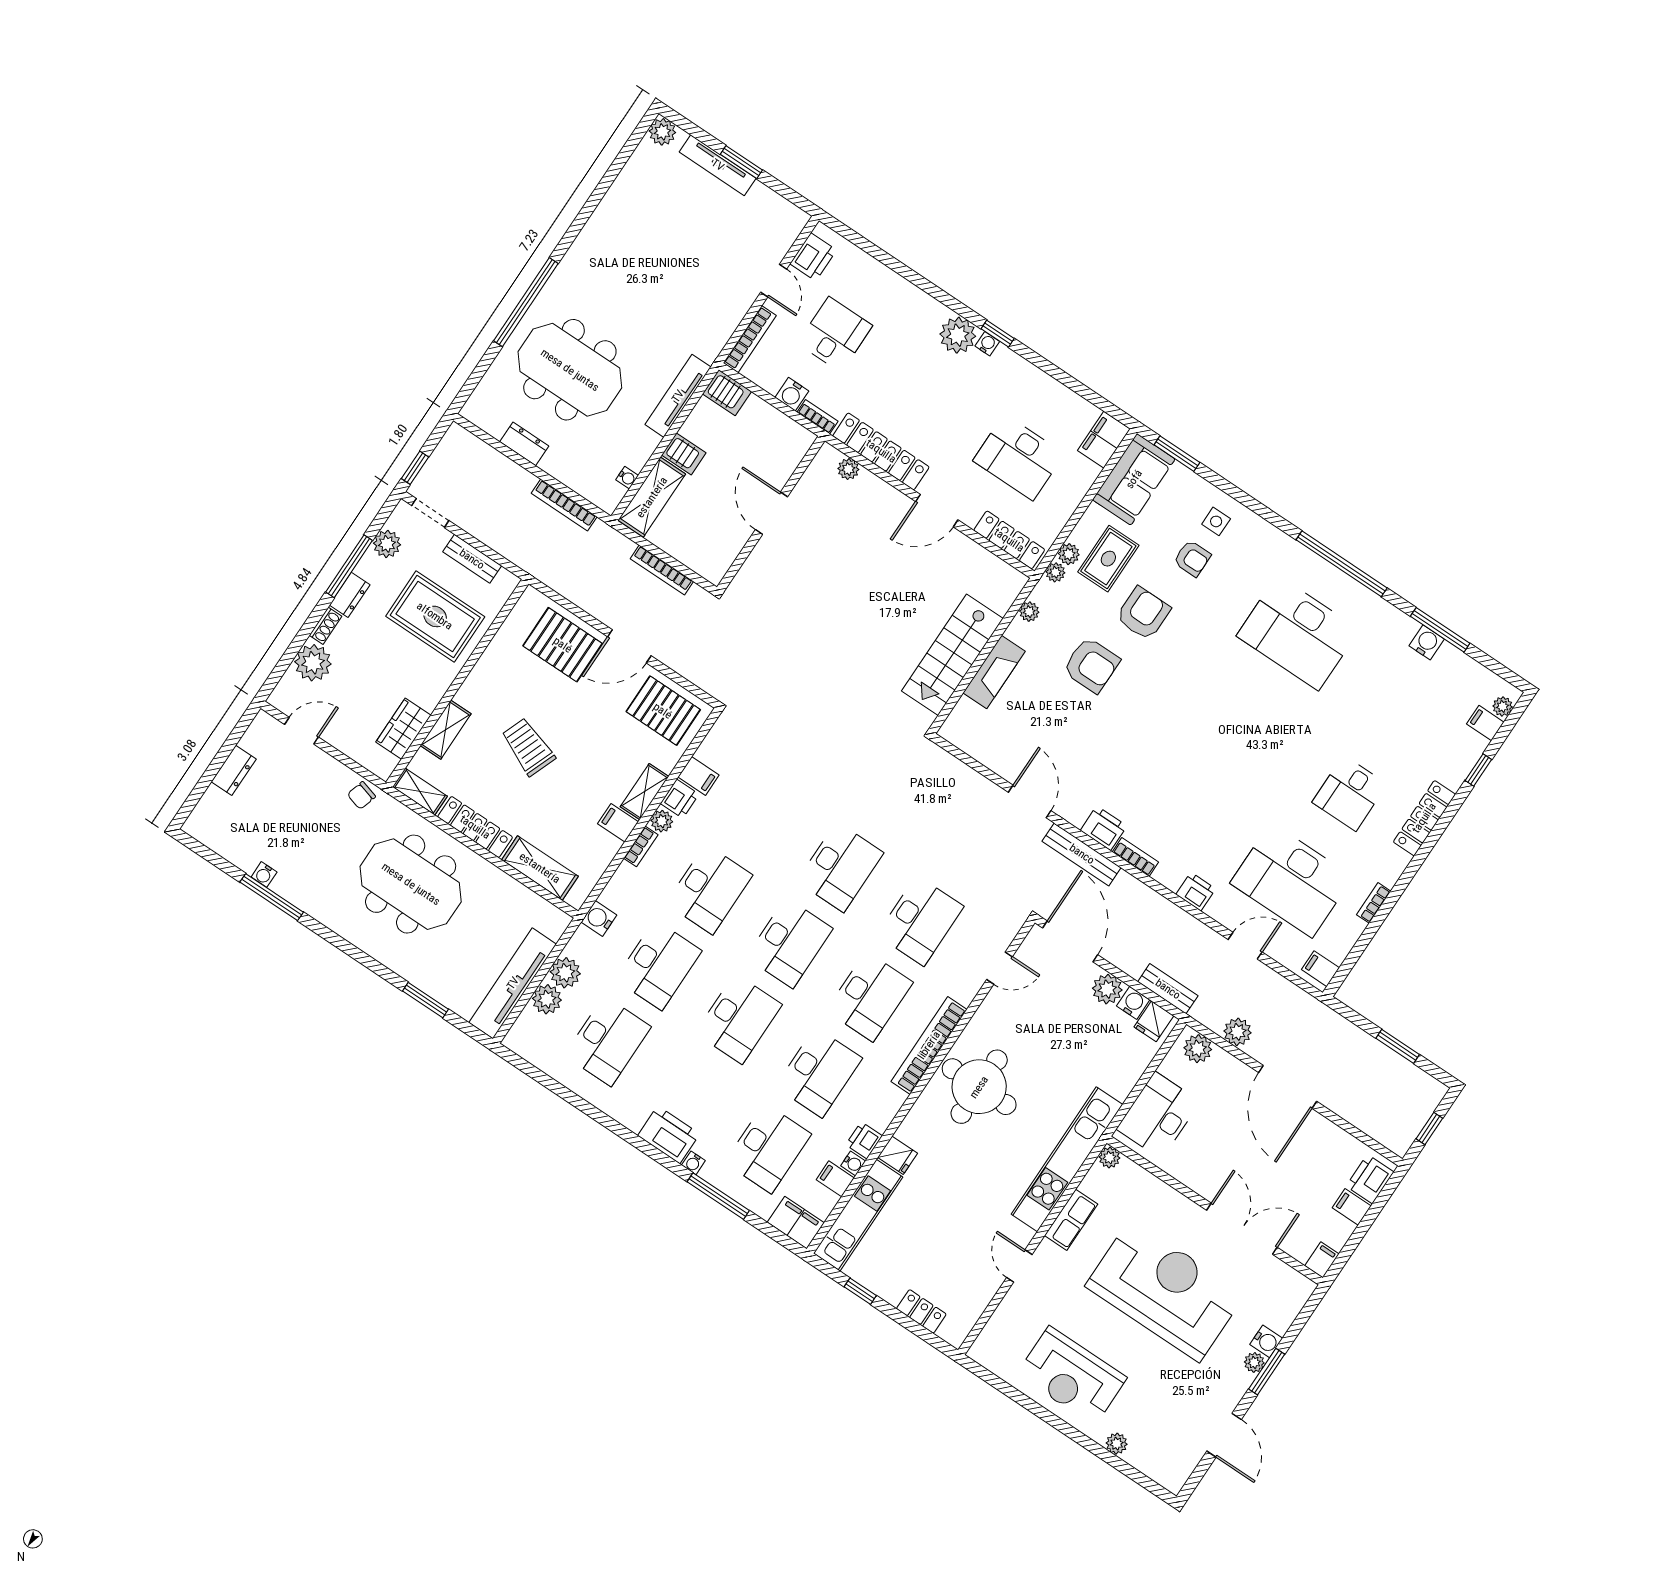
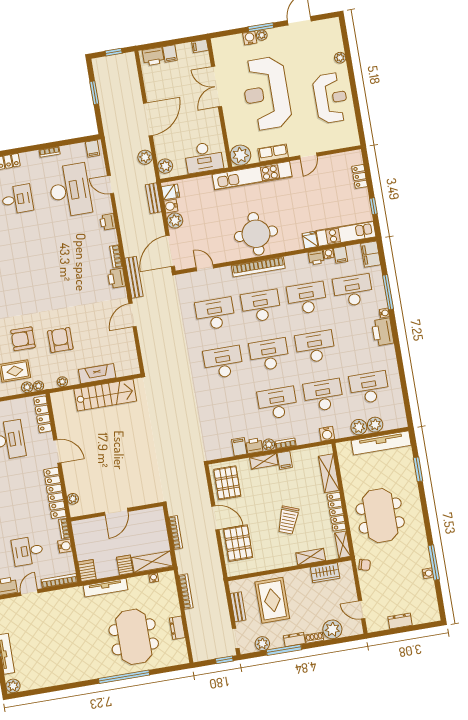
plant: (1109, 1158) -> (240, 155), width x1.88, depth x1.88

